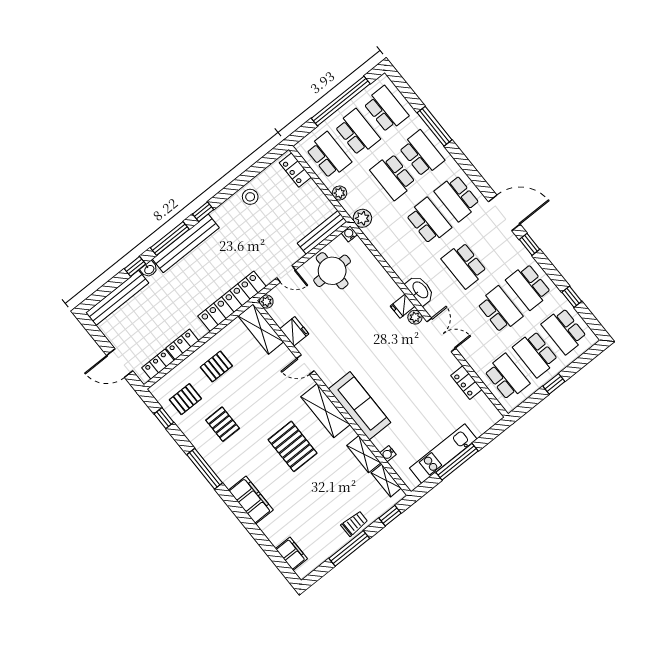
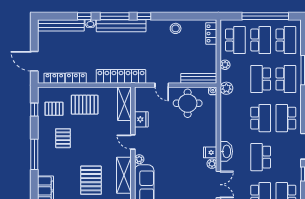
plant: (266, 302) -> (139, 159), moved
pallet: (216, 366) -> (85, 105), width x1.50, depth x1.42

